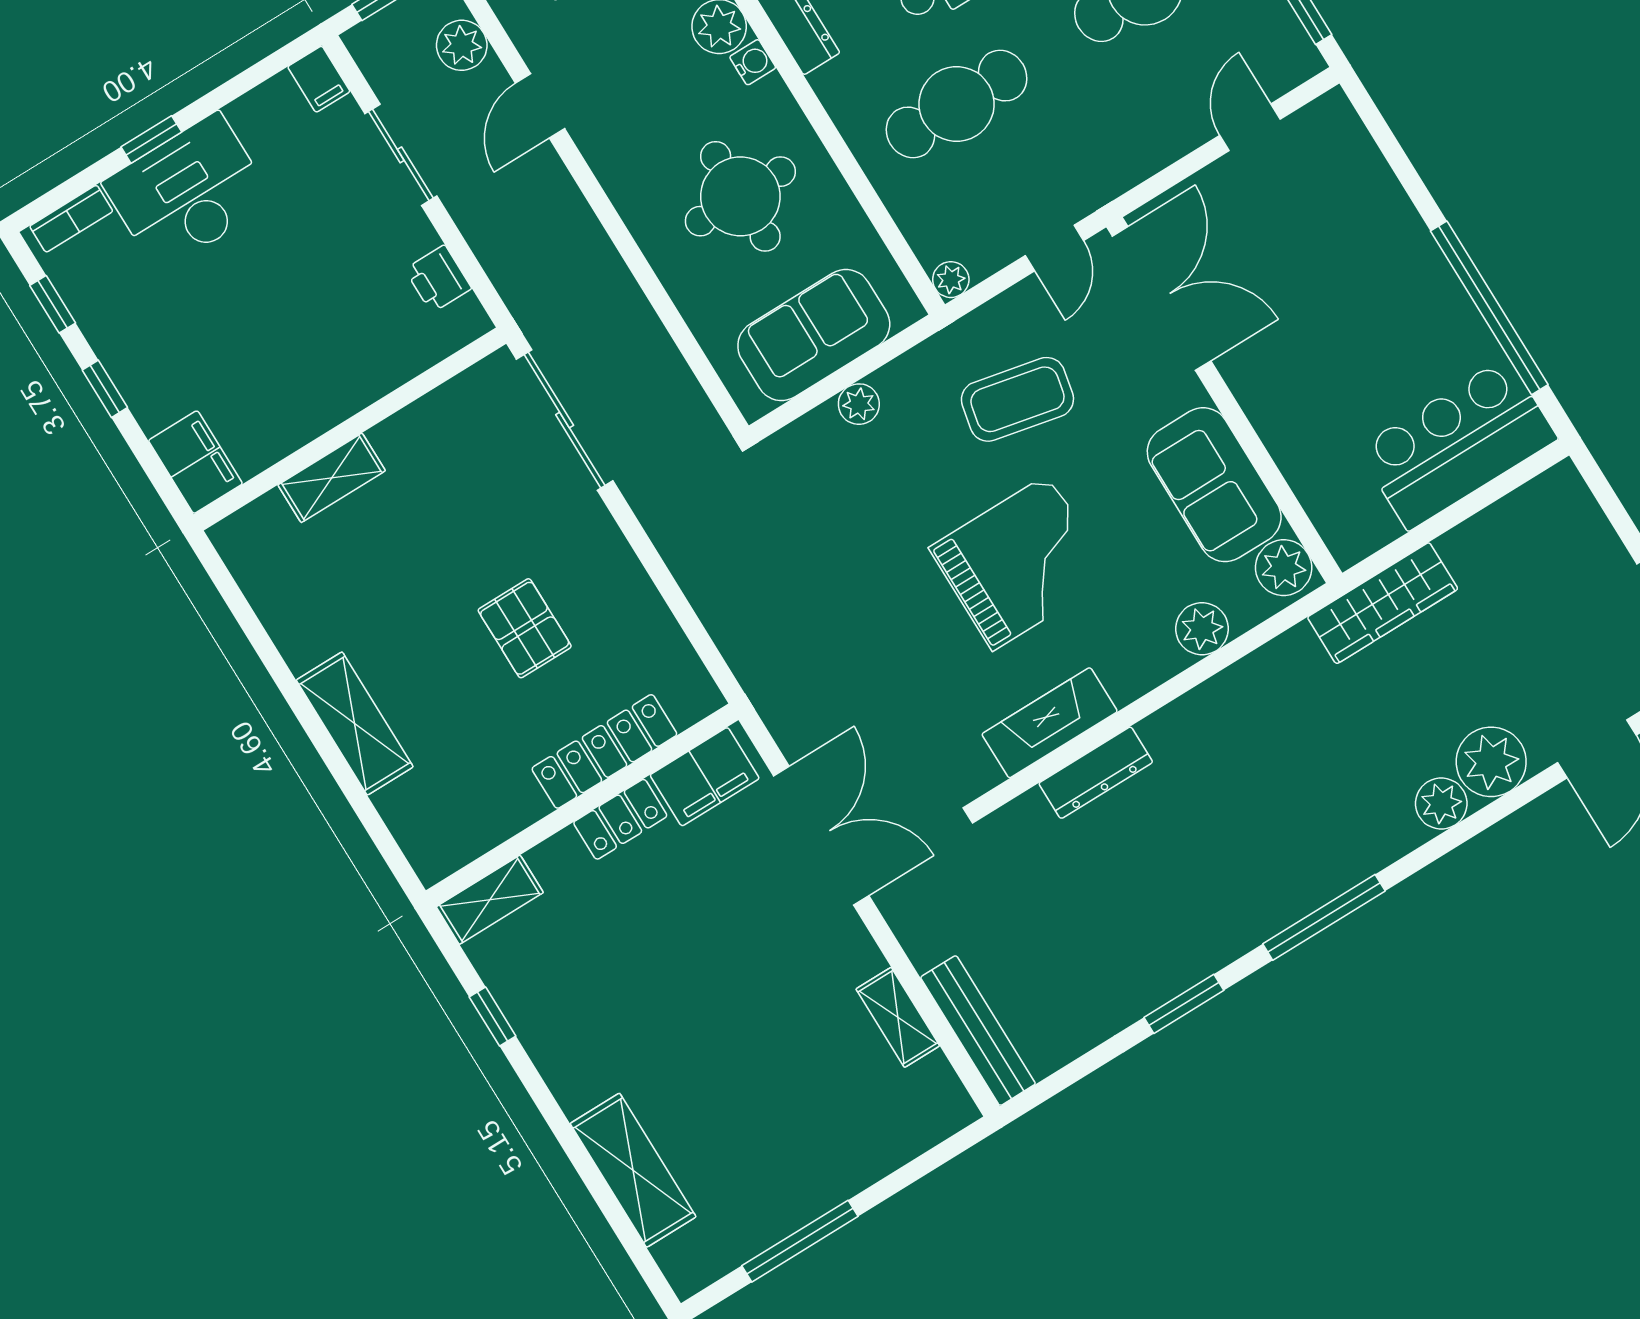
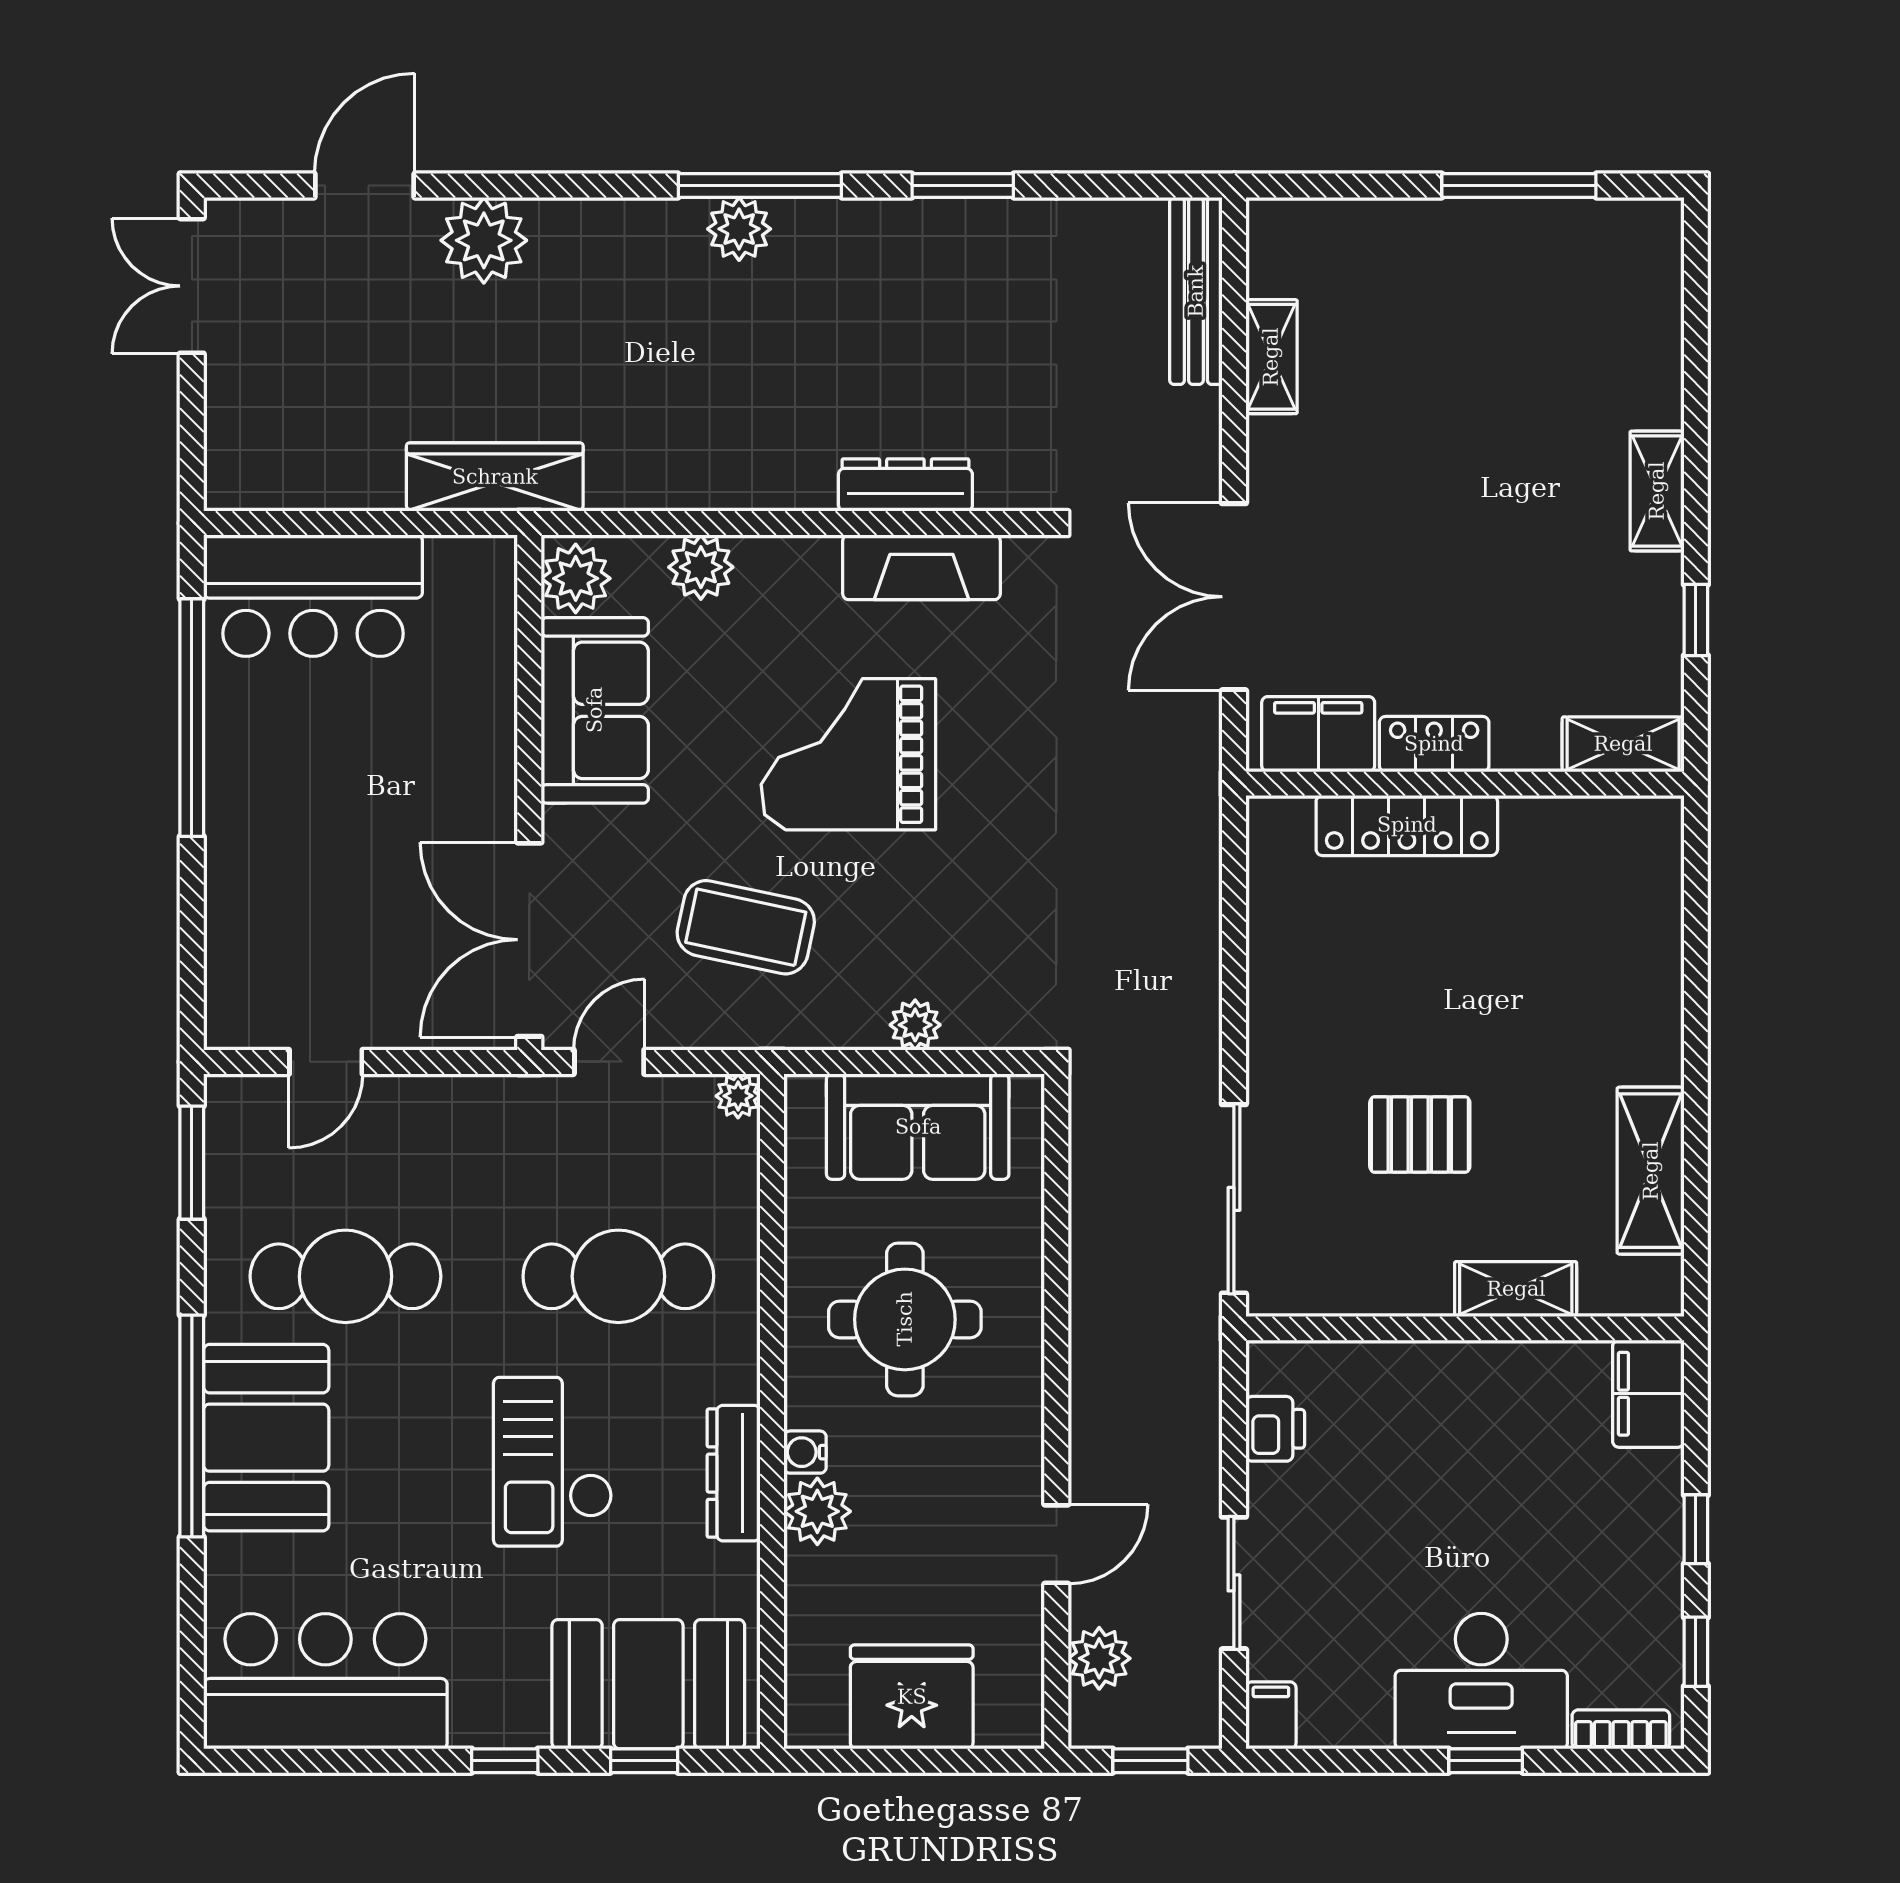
pallet: (525, 628) -> (1420, 1135), moved, turned 90
shelving: (355, 723) -> (1651, 1171), moved
plant: (1441, 804) -> (739, 229), moved
shelving: (633, 1170) -> (1657, 491), moved, width x0.67, depth x0.75

